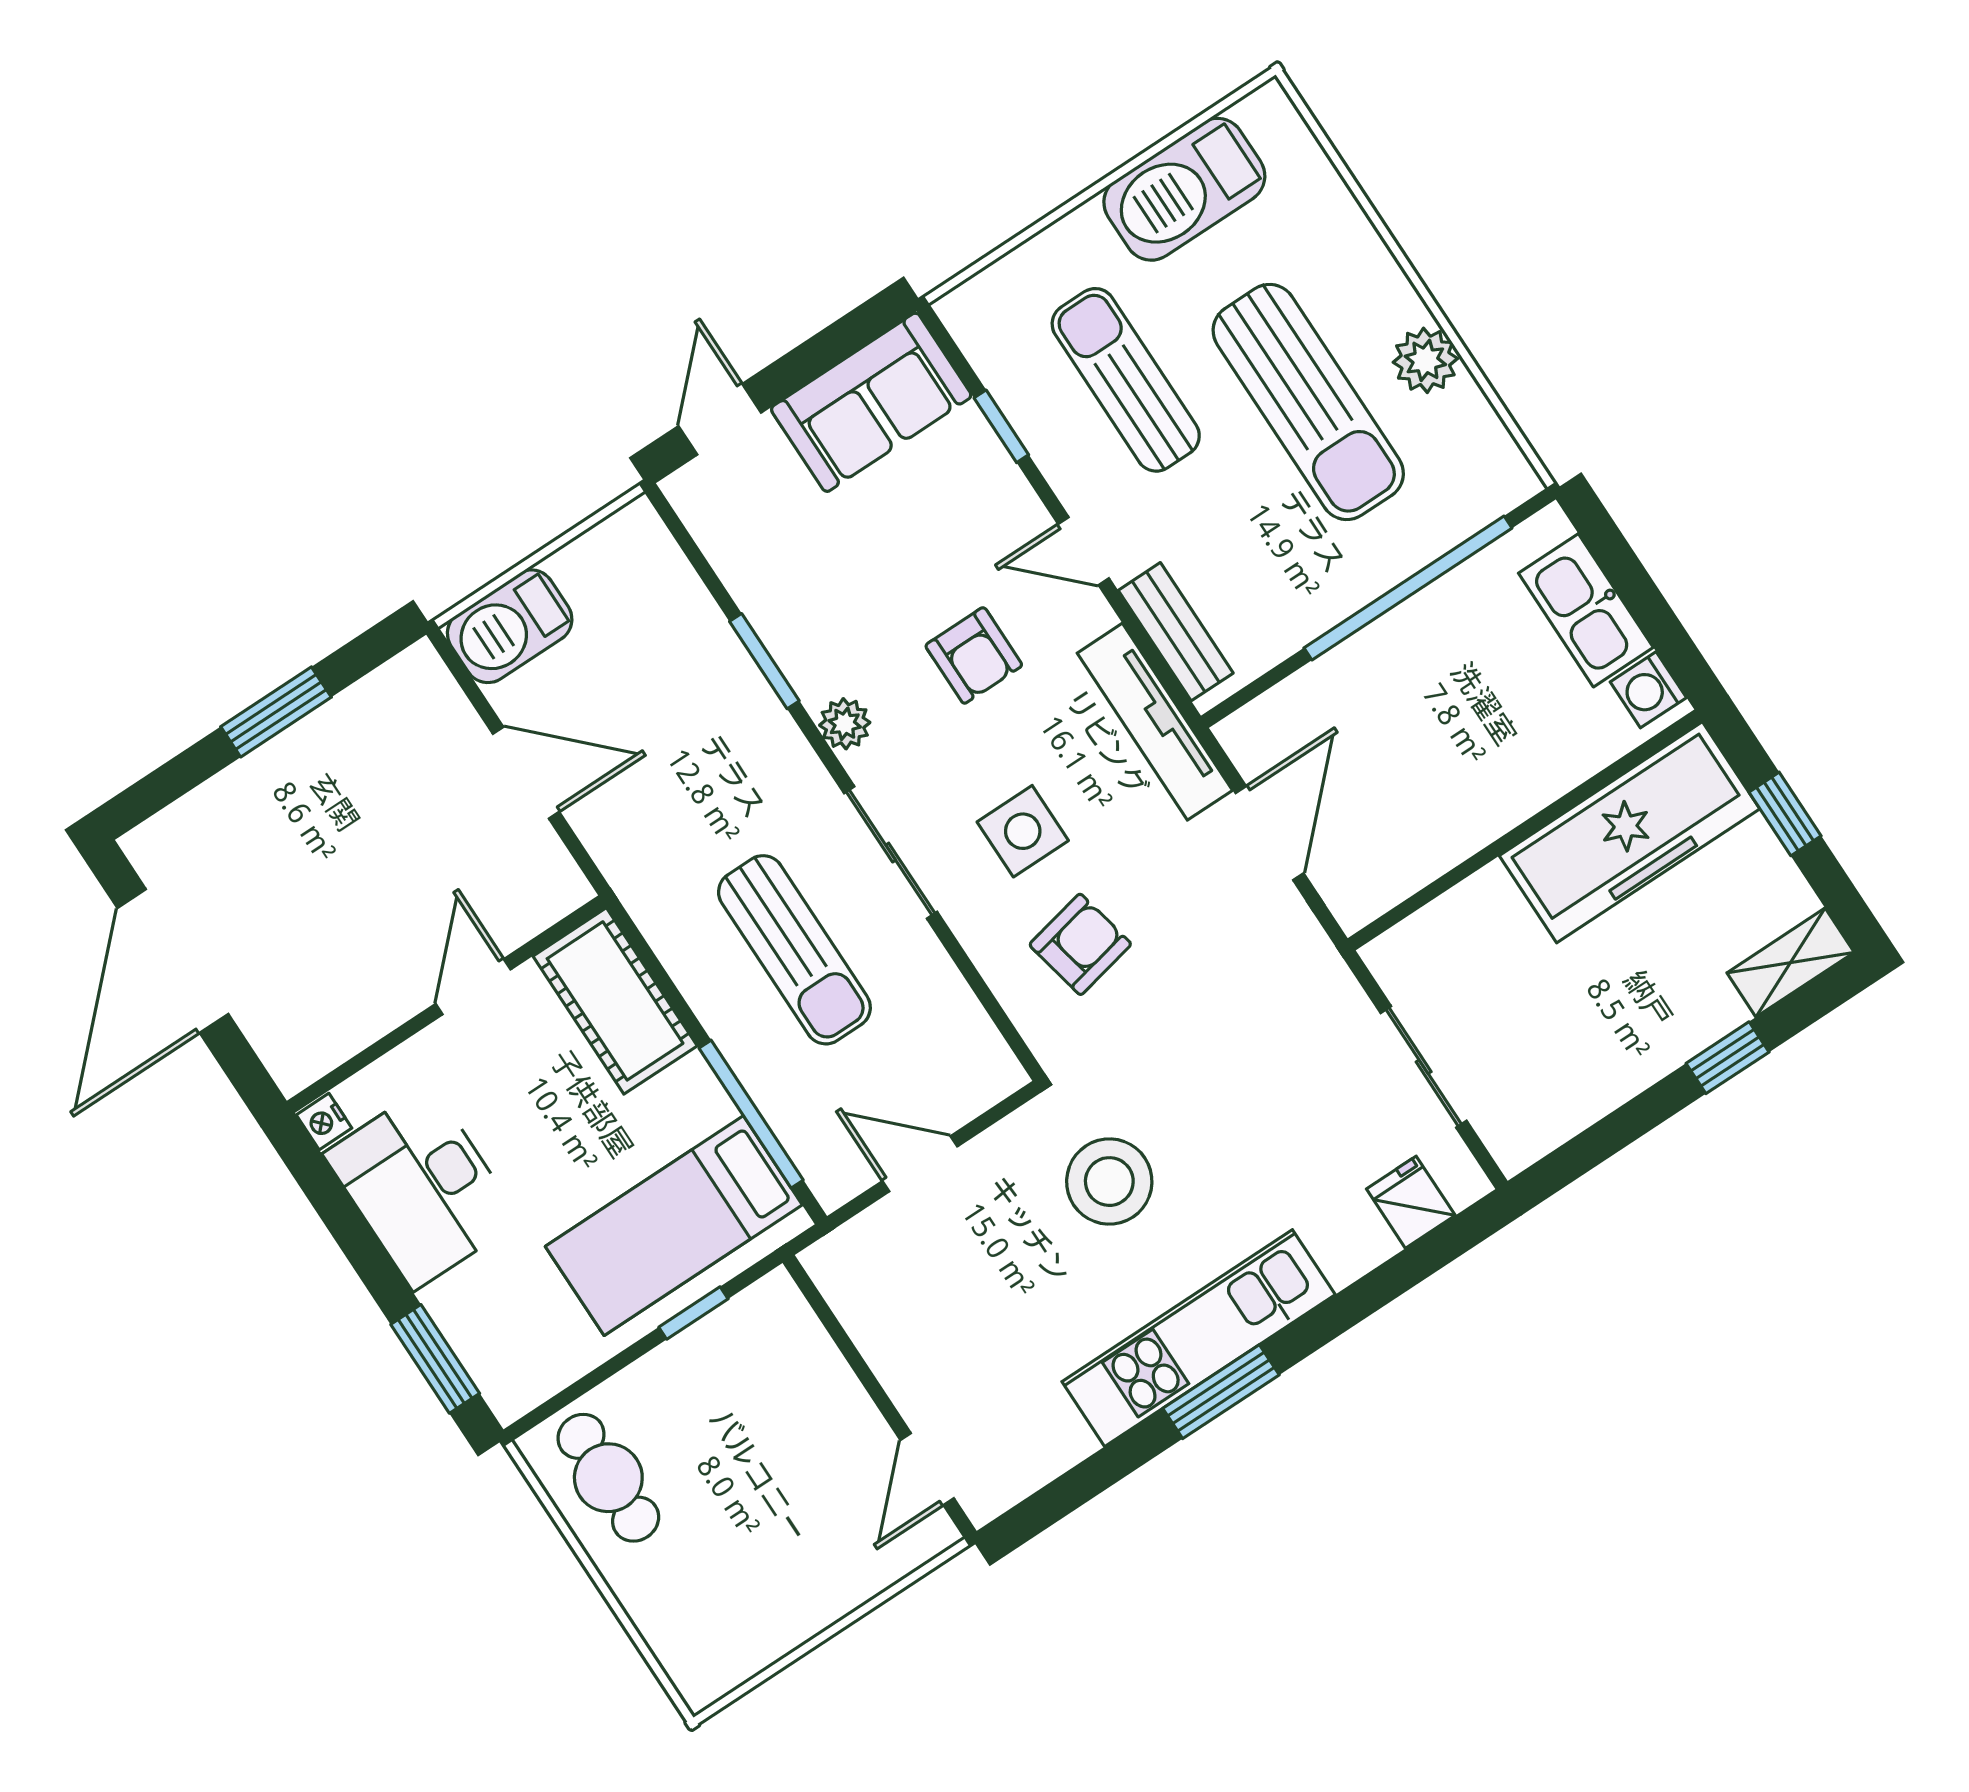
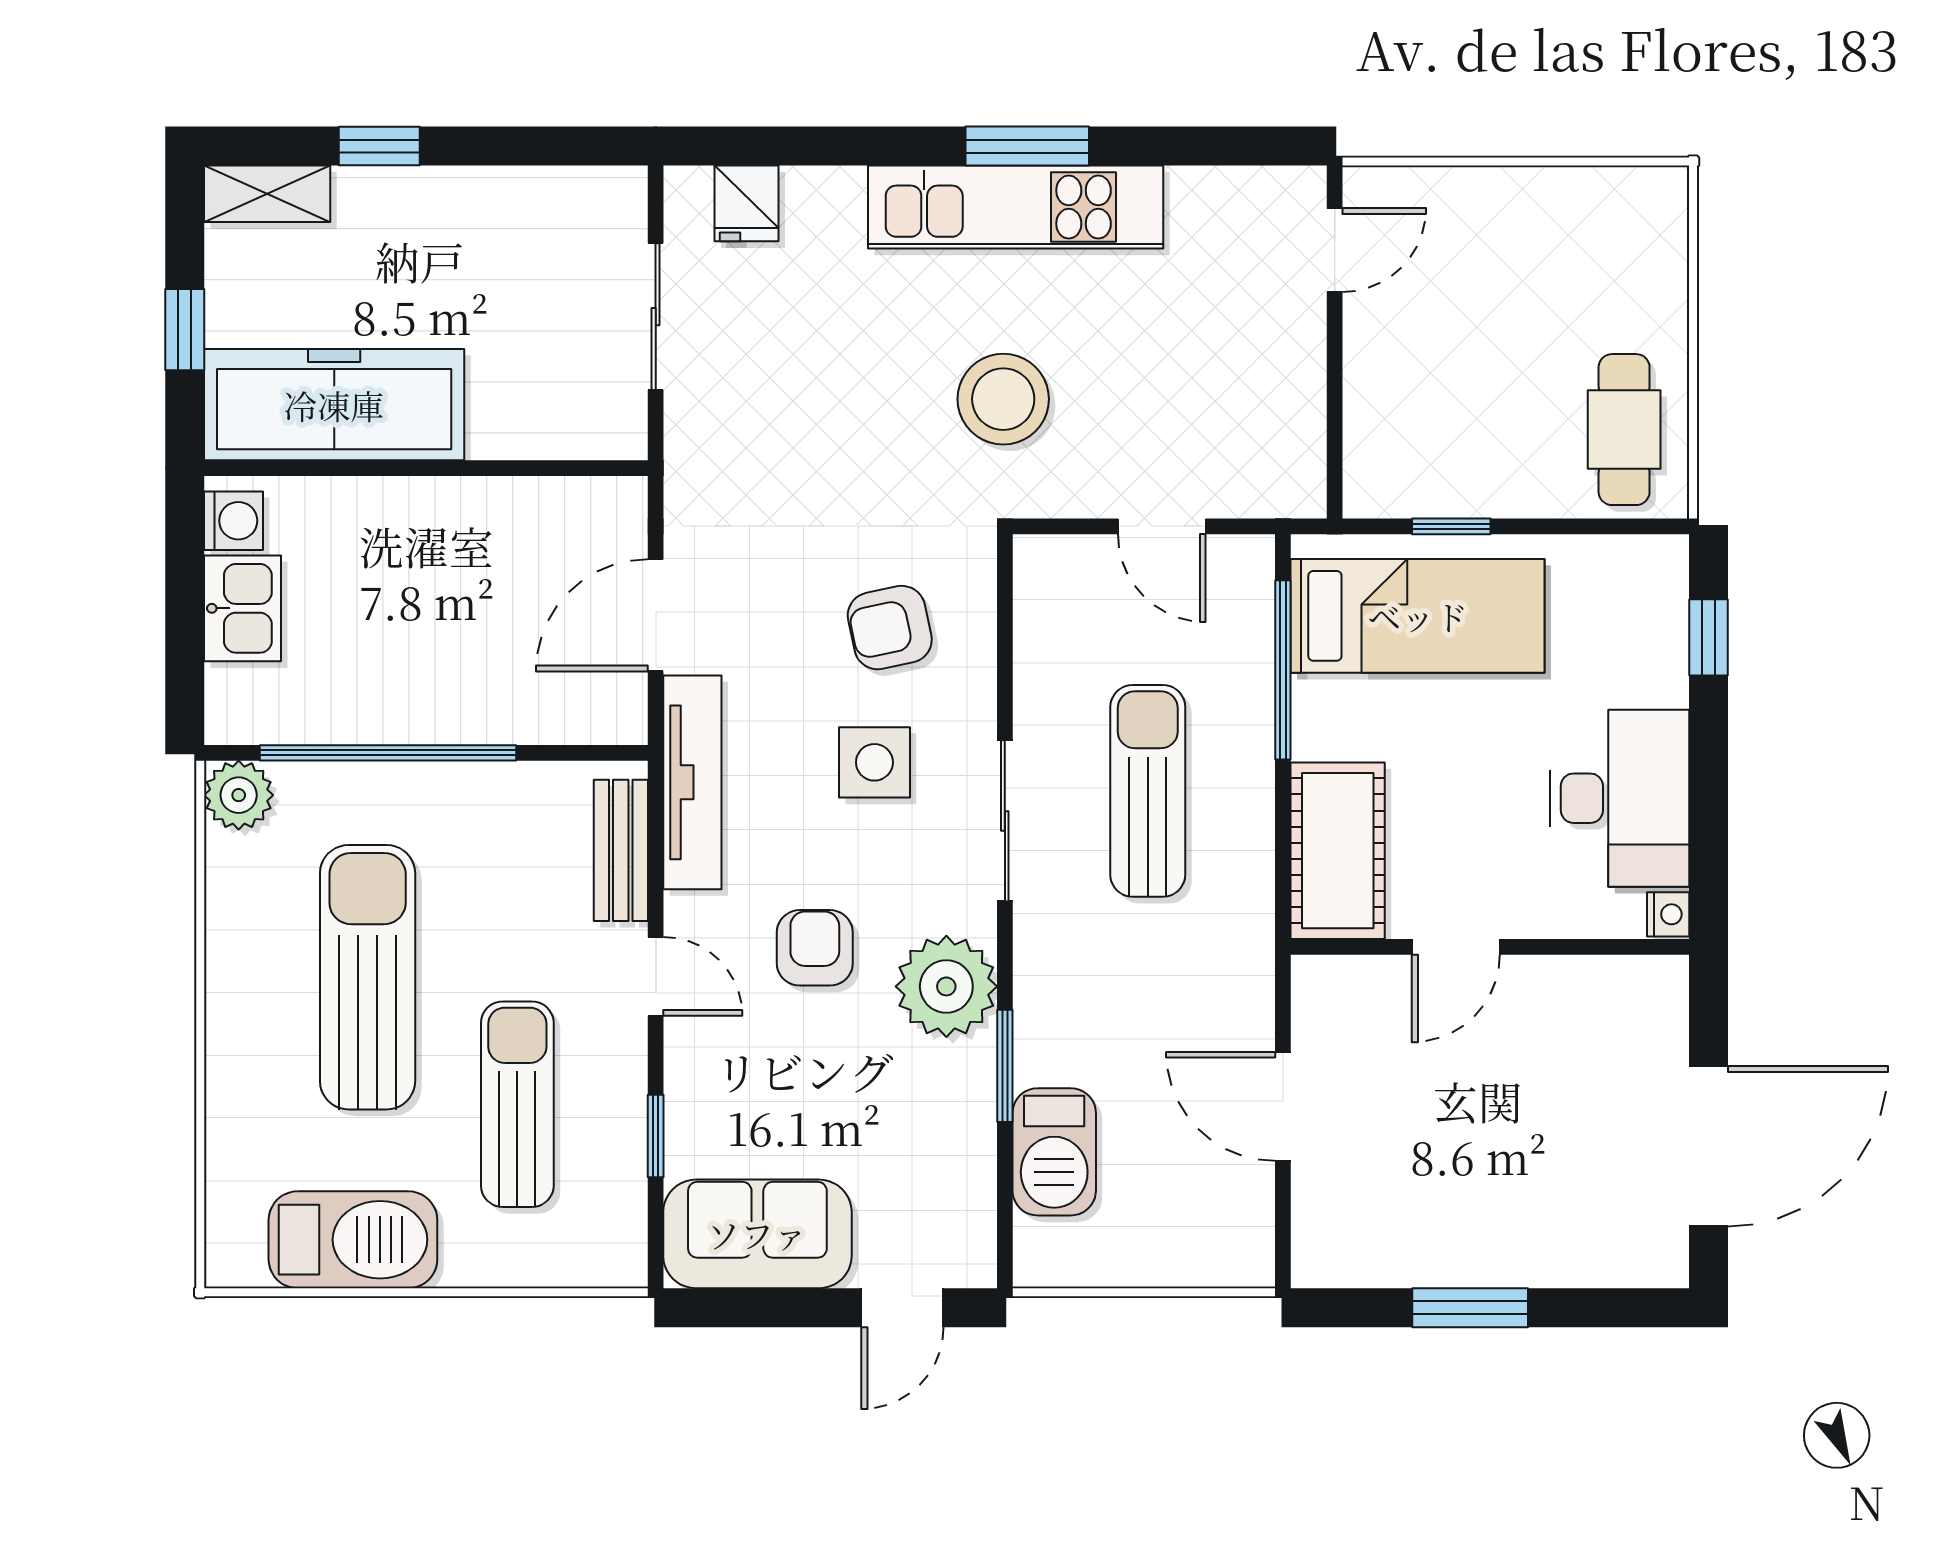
plant: (1425, 360) -> (239, 795), moved
sun lounger: (1126, 380) -> (517, 1104), turned 180
kitchen sink: (1586, 610) -> (243, 608), width x0.73
barbecue: (510, 626) -> (1054, 1152), moved, turned 90
plant: (845, 724) -> (946, 986), width x1.88, depth x1.88
window: (435, 1359) -> (1709, 637), width x0.67

